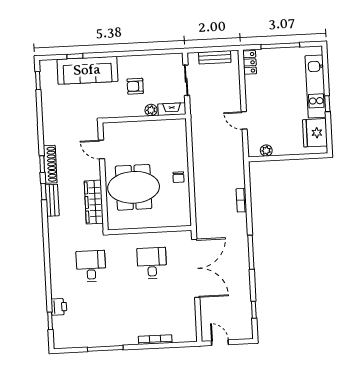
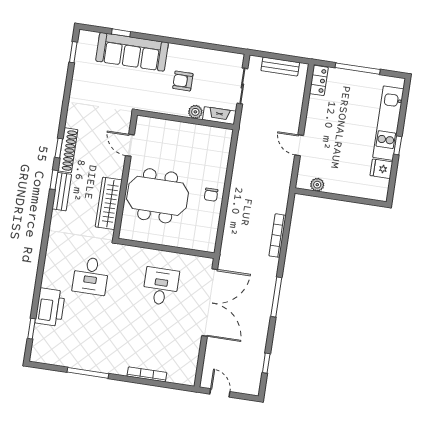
fridge: (315, 133) -> (381, 169), width x0.53, depth x0.75
bookcase: (241, 200) -> (277, 236), width x1.56
desk: (91, 266) -> (91, 276), turned 180
printer: (59, 307) -> (50, 307), width x1.87, depth x1.48

